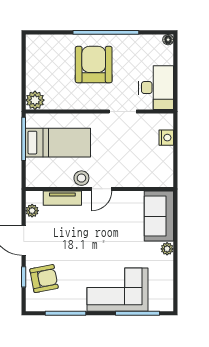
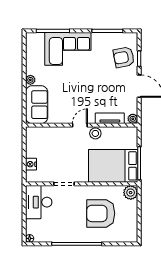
armchair: (94, 65) -> (101, 213), moved, turned 90
bed: (58, 143) -> (113, 166), width x1.50
plant: (32, 211) -> (133, 119), moved

